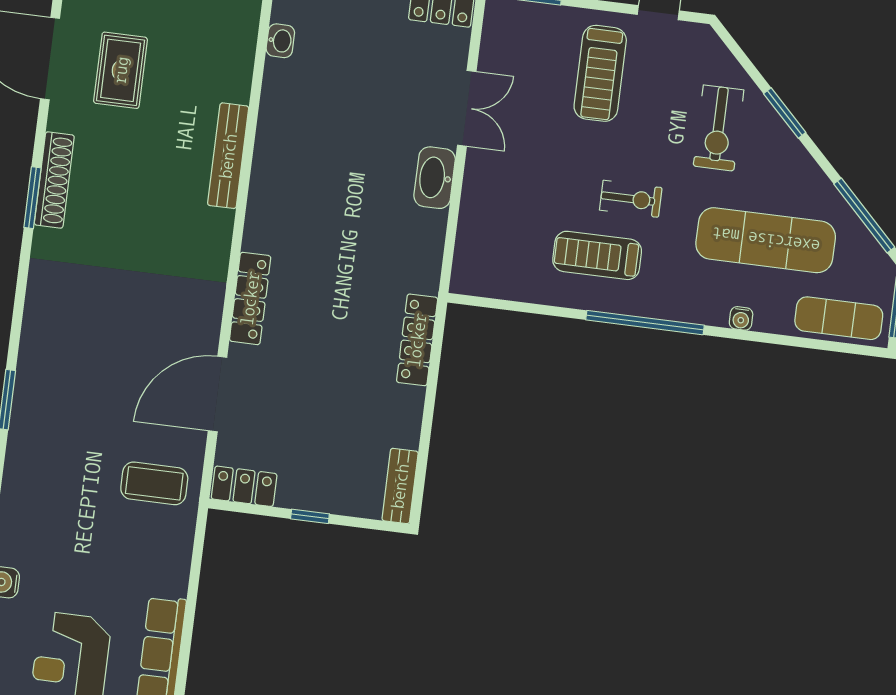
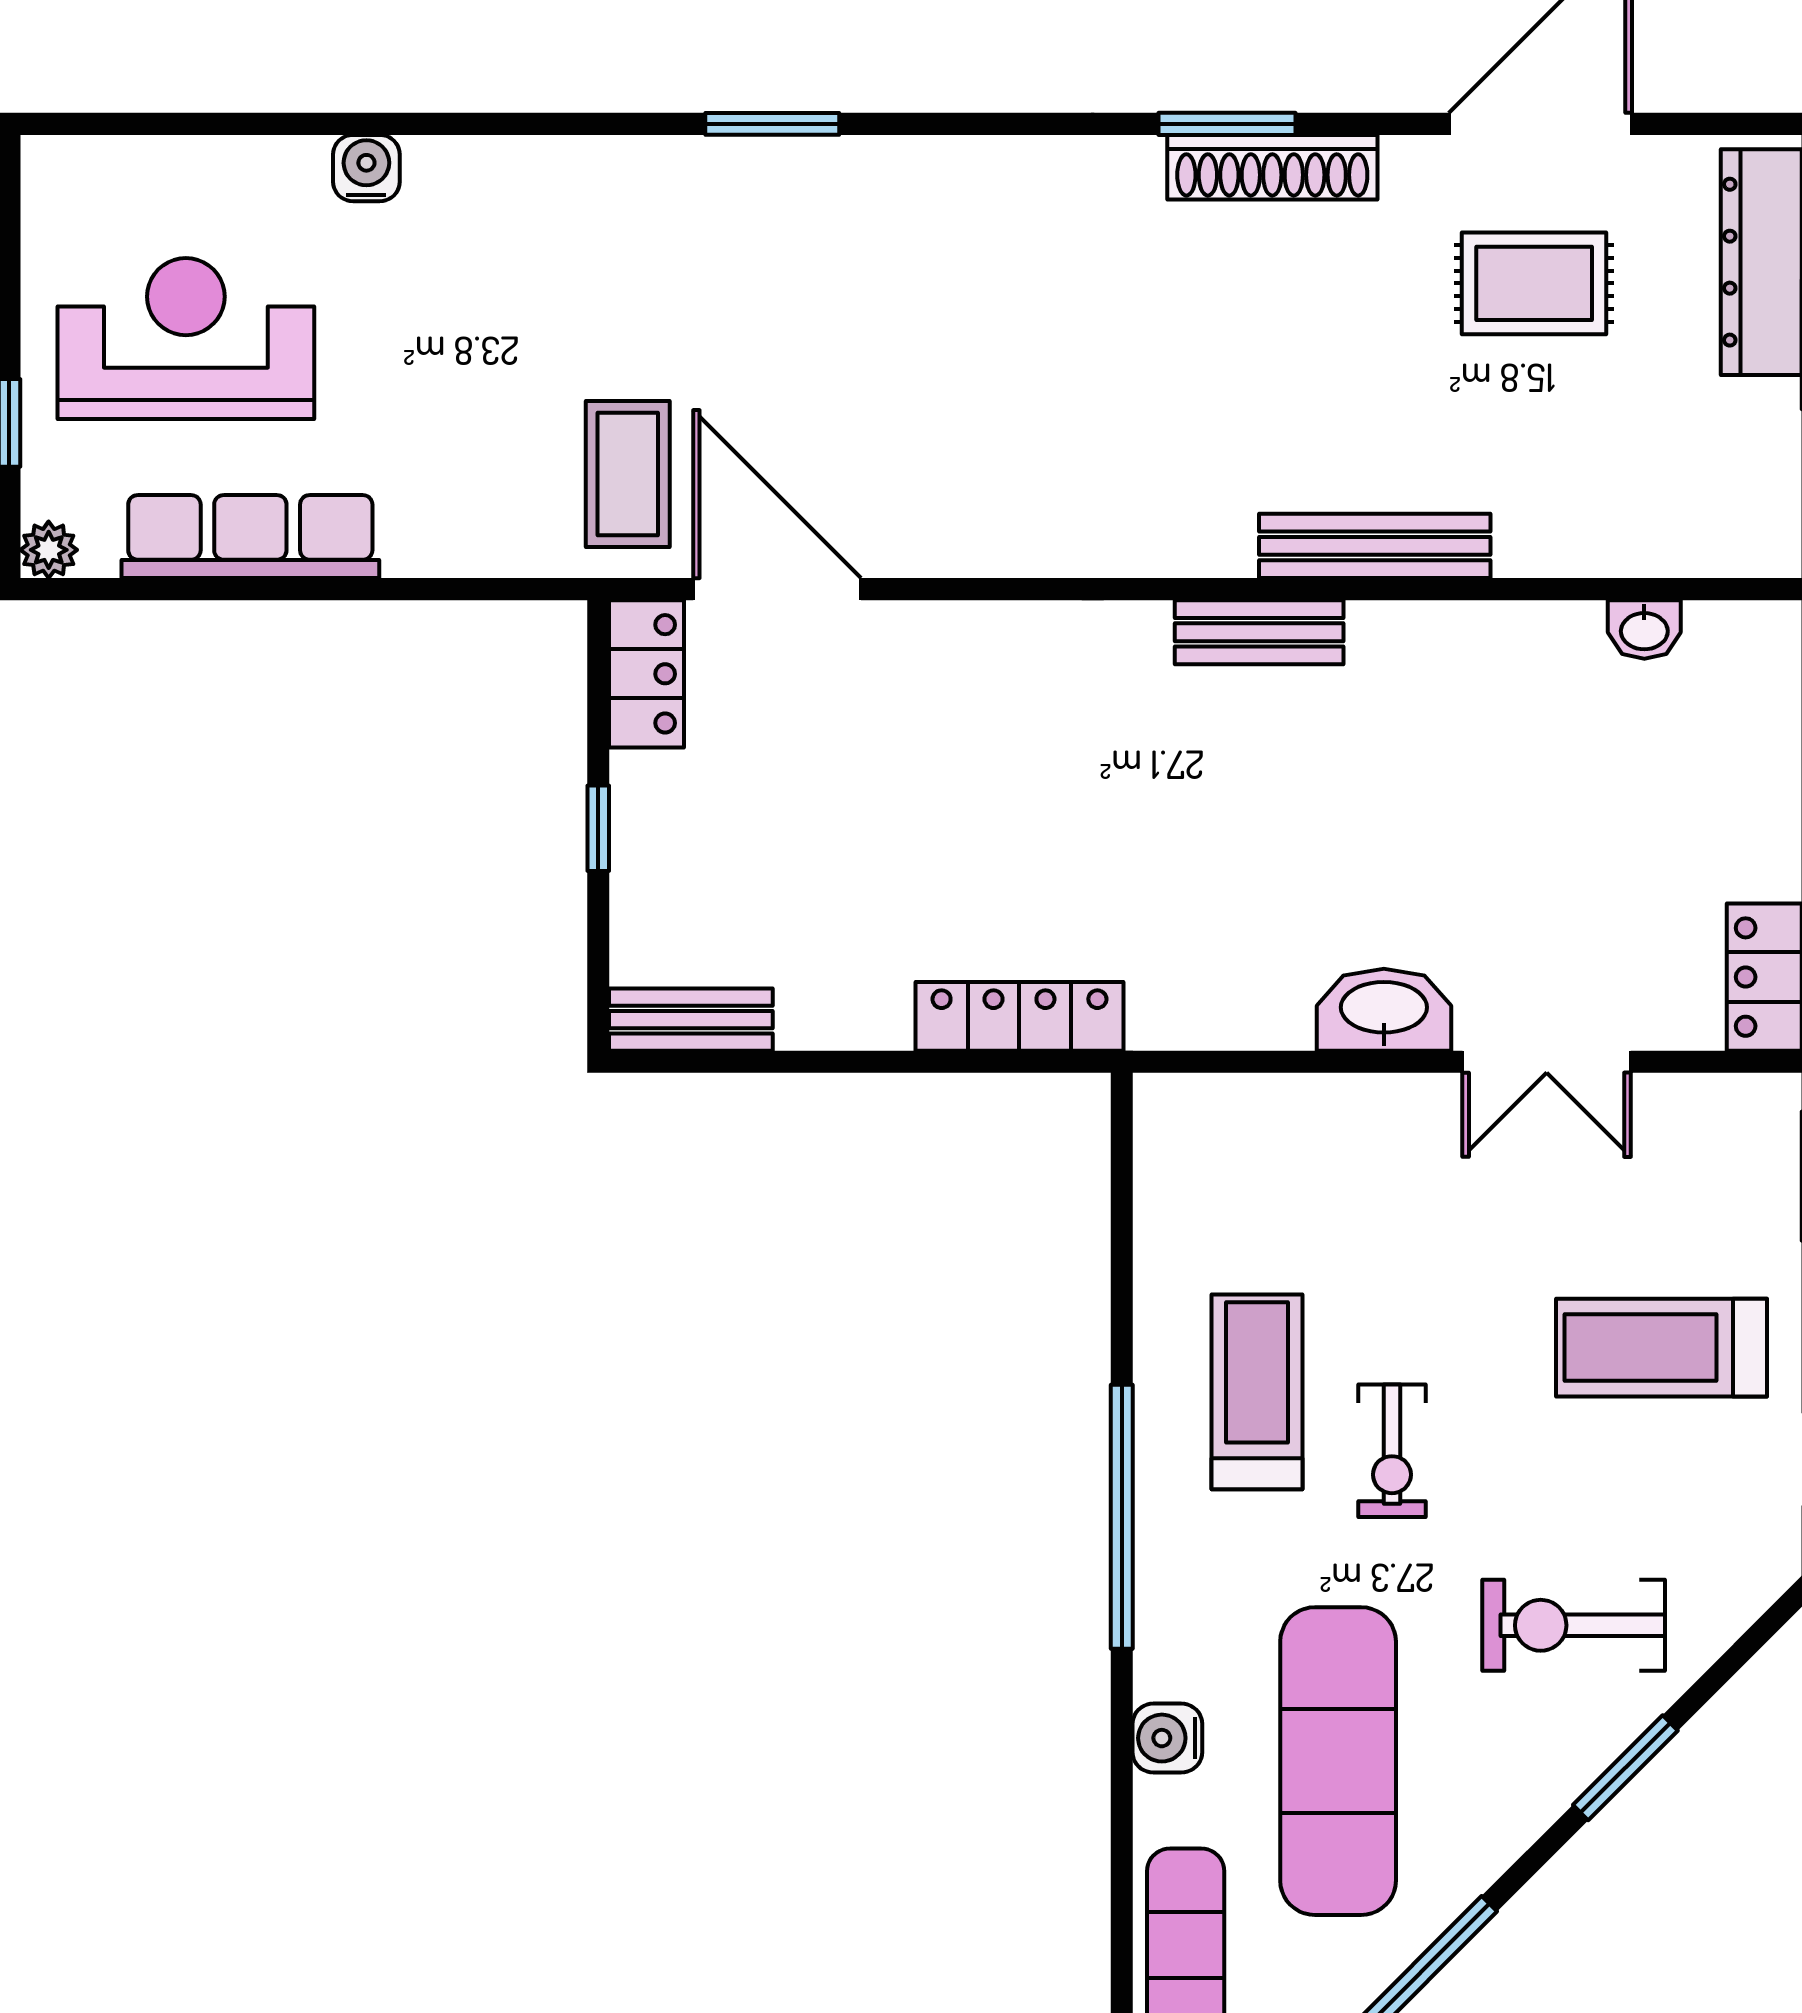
bench: (260, 212) -> (1259, 632), added
locker: (250, 298) -> (1065, 635), removed
water cooler: (741, 318) -> (1167, 1738), width x1.38, depth x1.38
door: (218, 394) -> (777, 589), moved

